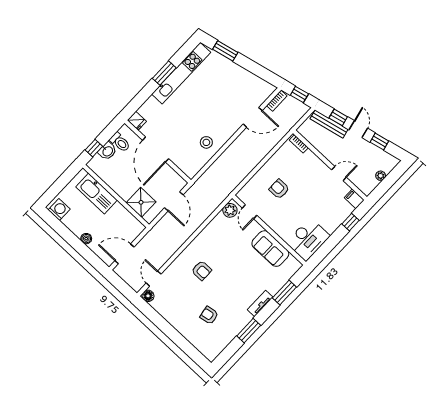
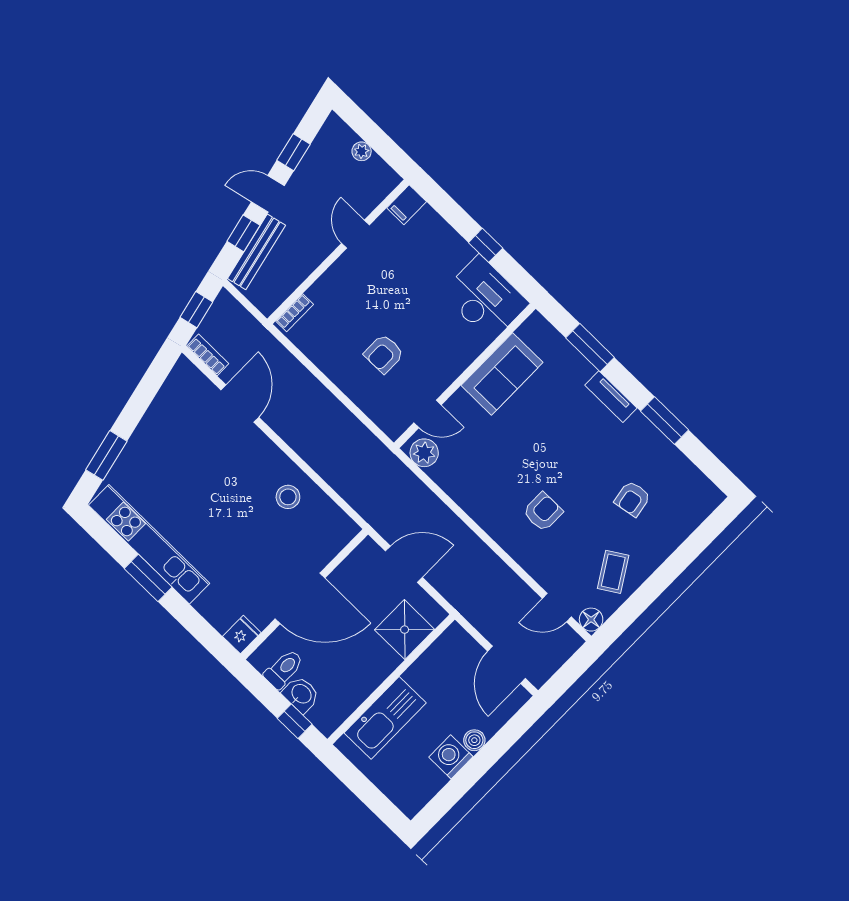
washing machine: (59, 210) -> (451, 757), moved
window: (350, 222) -> (486, 245), moved
coffee table: (172, 306) -> (613, 572), added

